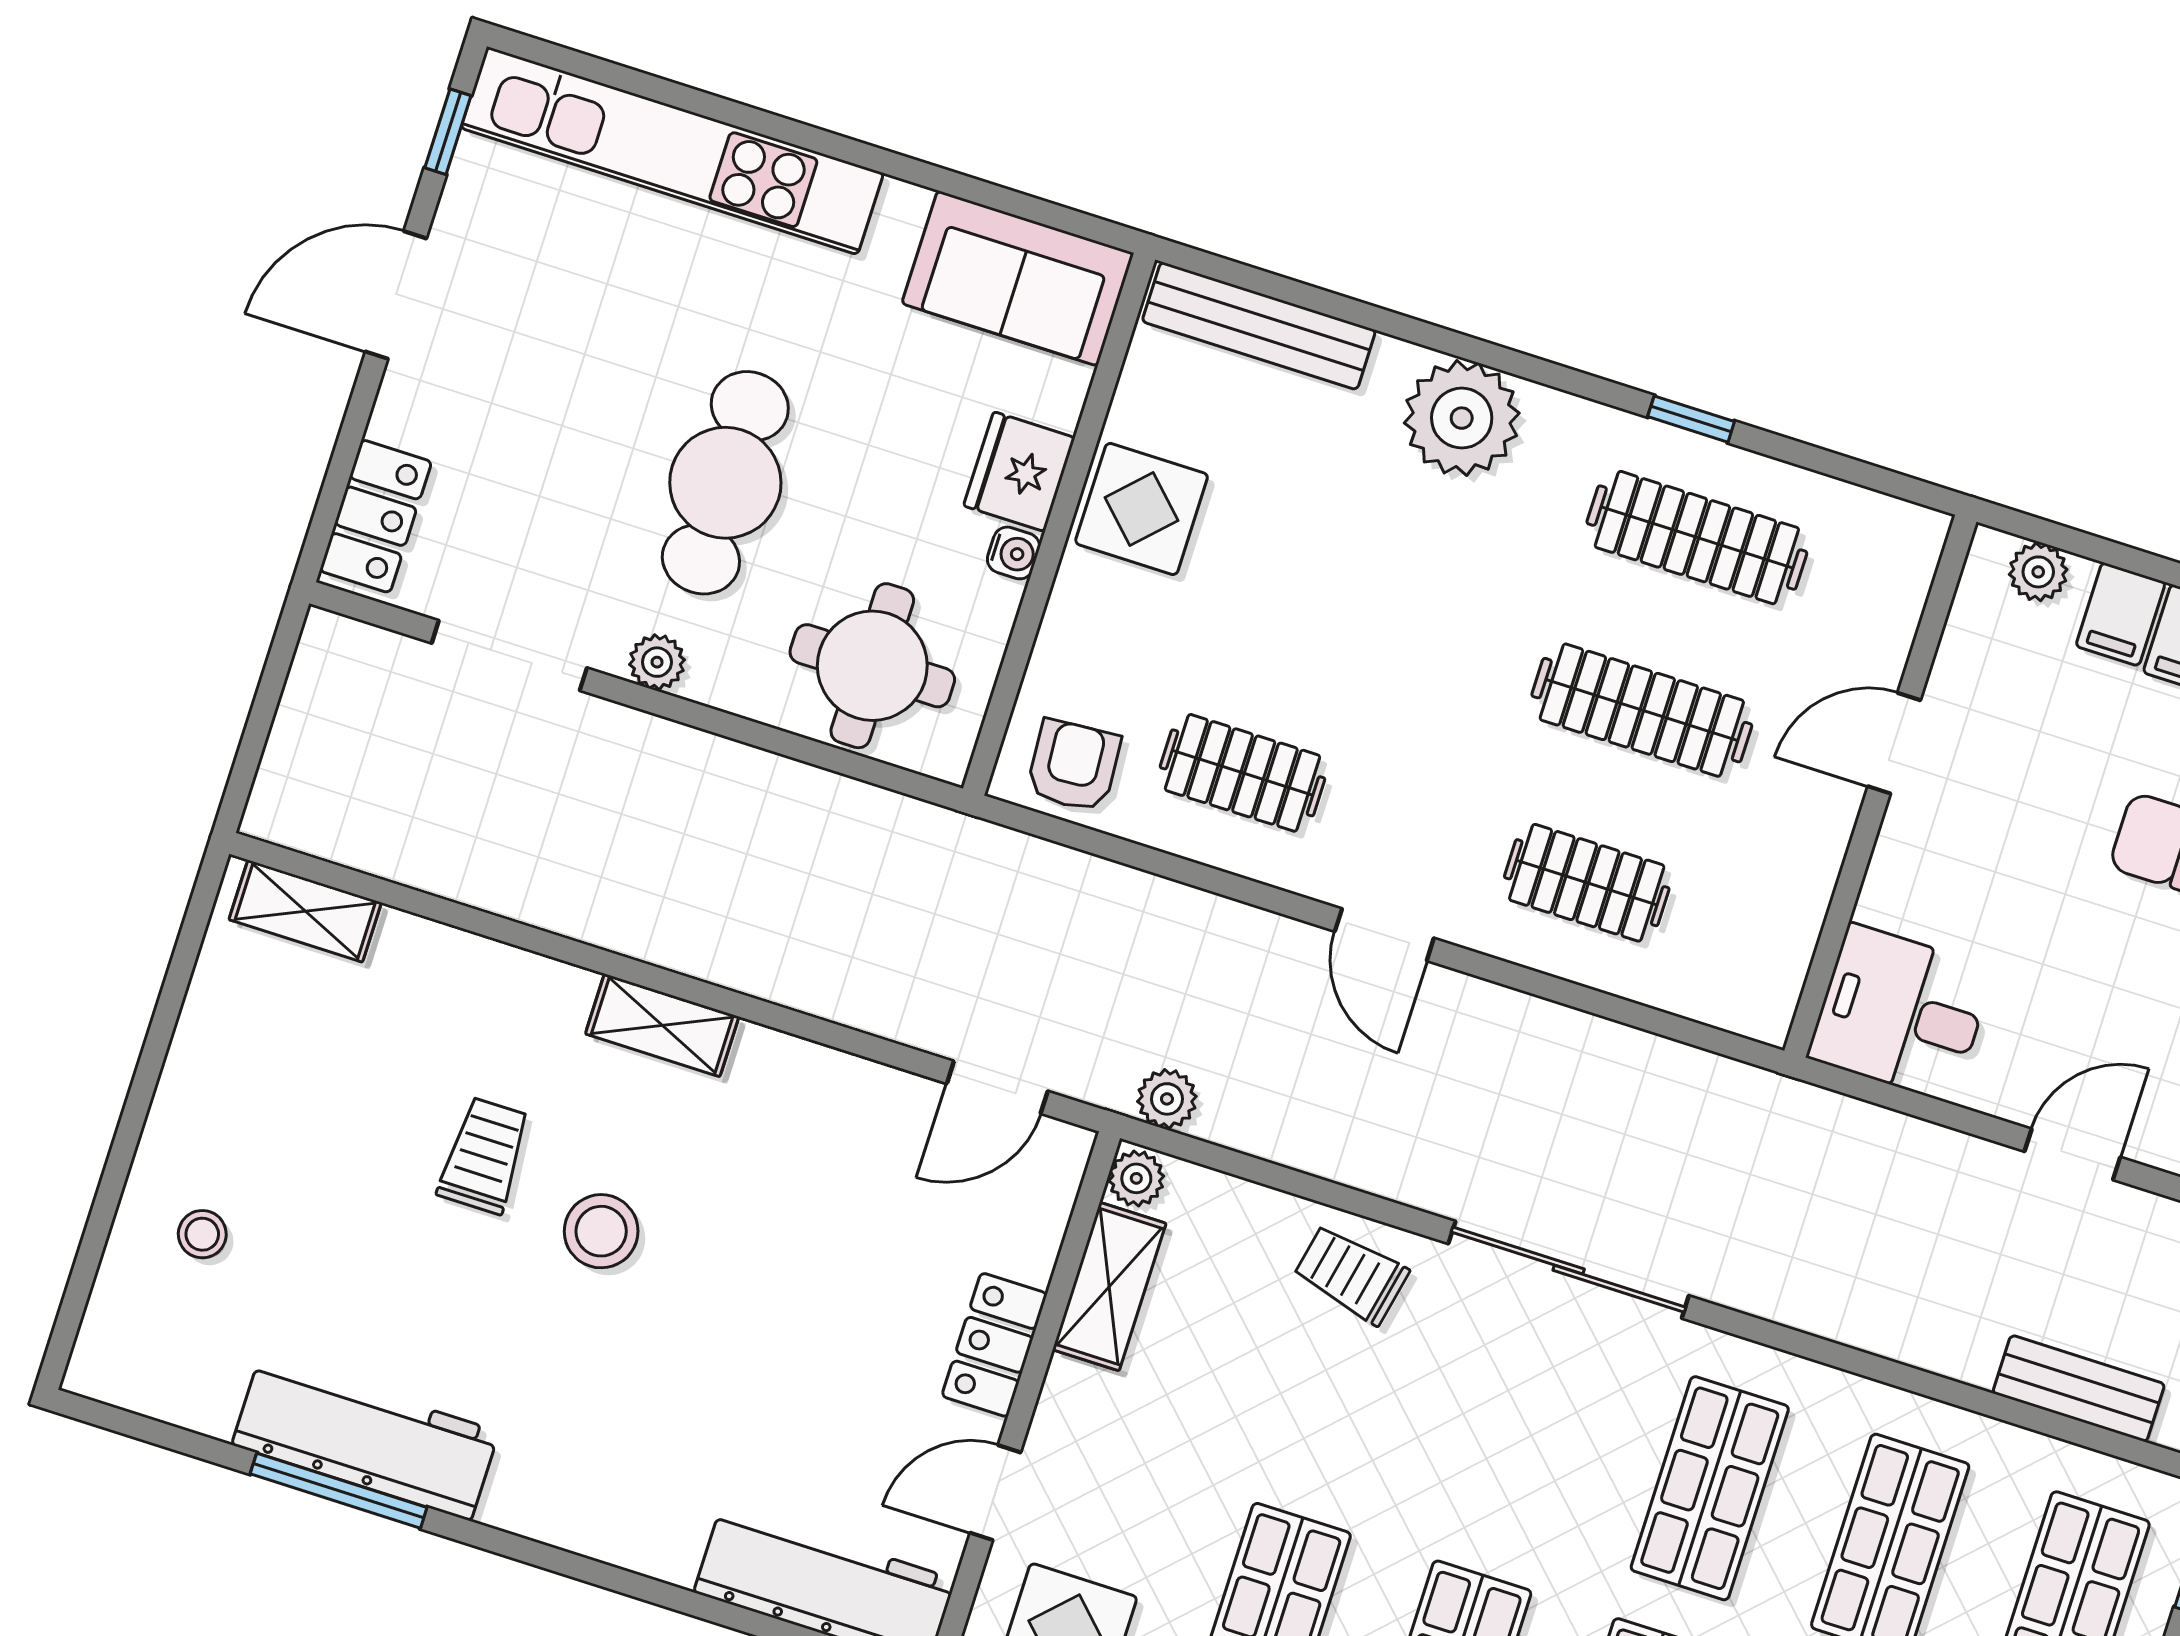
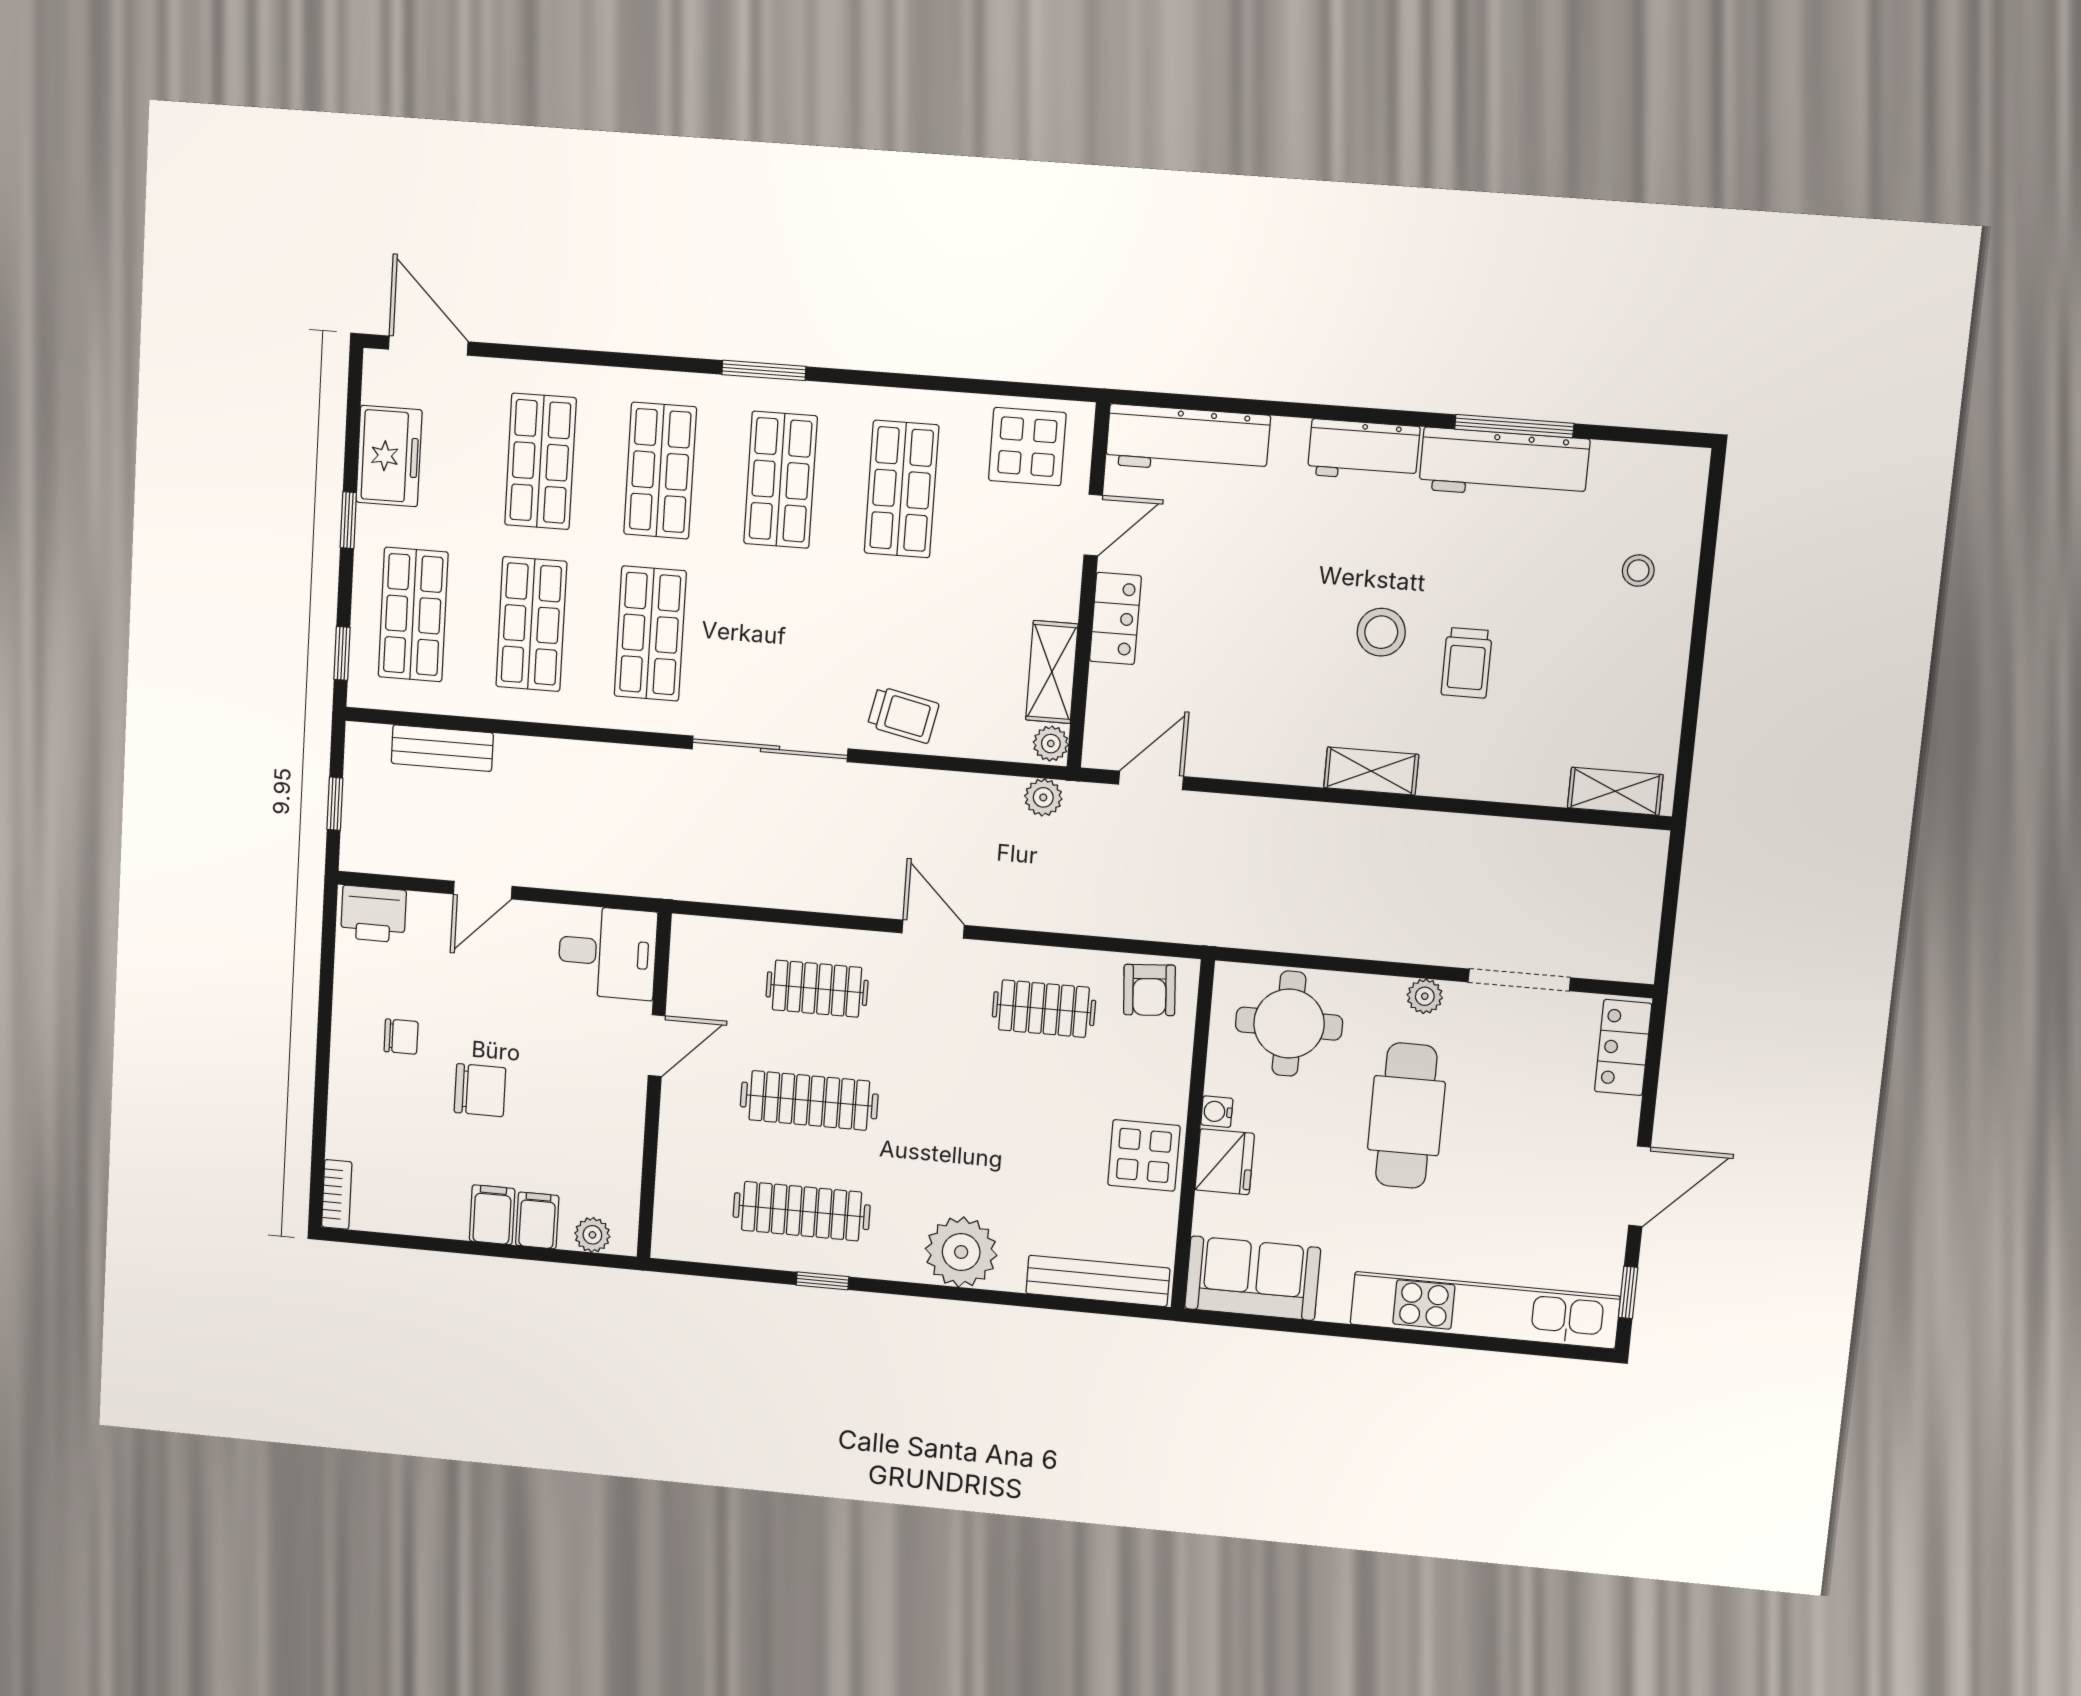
door: (1894, 743) -> (657, 1046), moved
workbench: (568, 1508) -> (1364, 451), added

